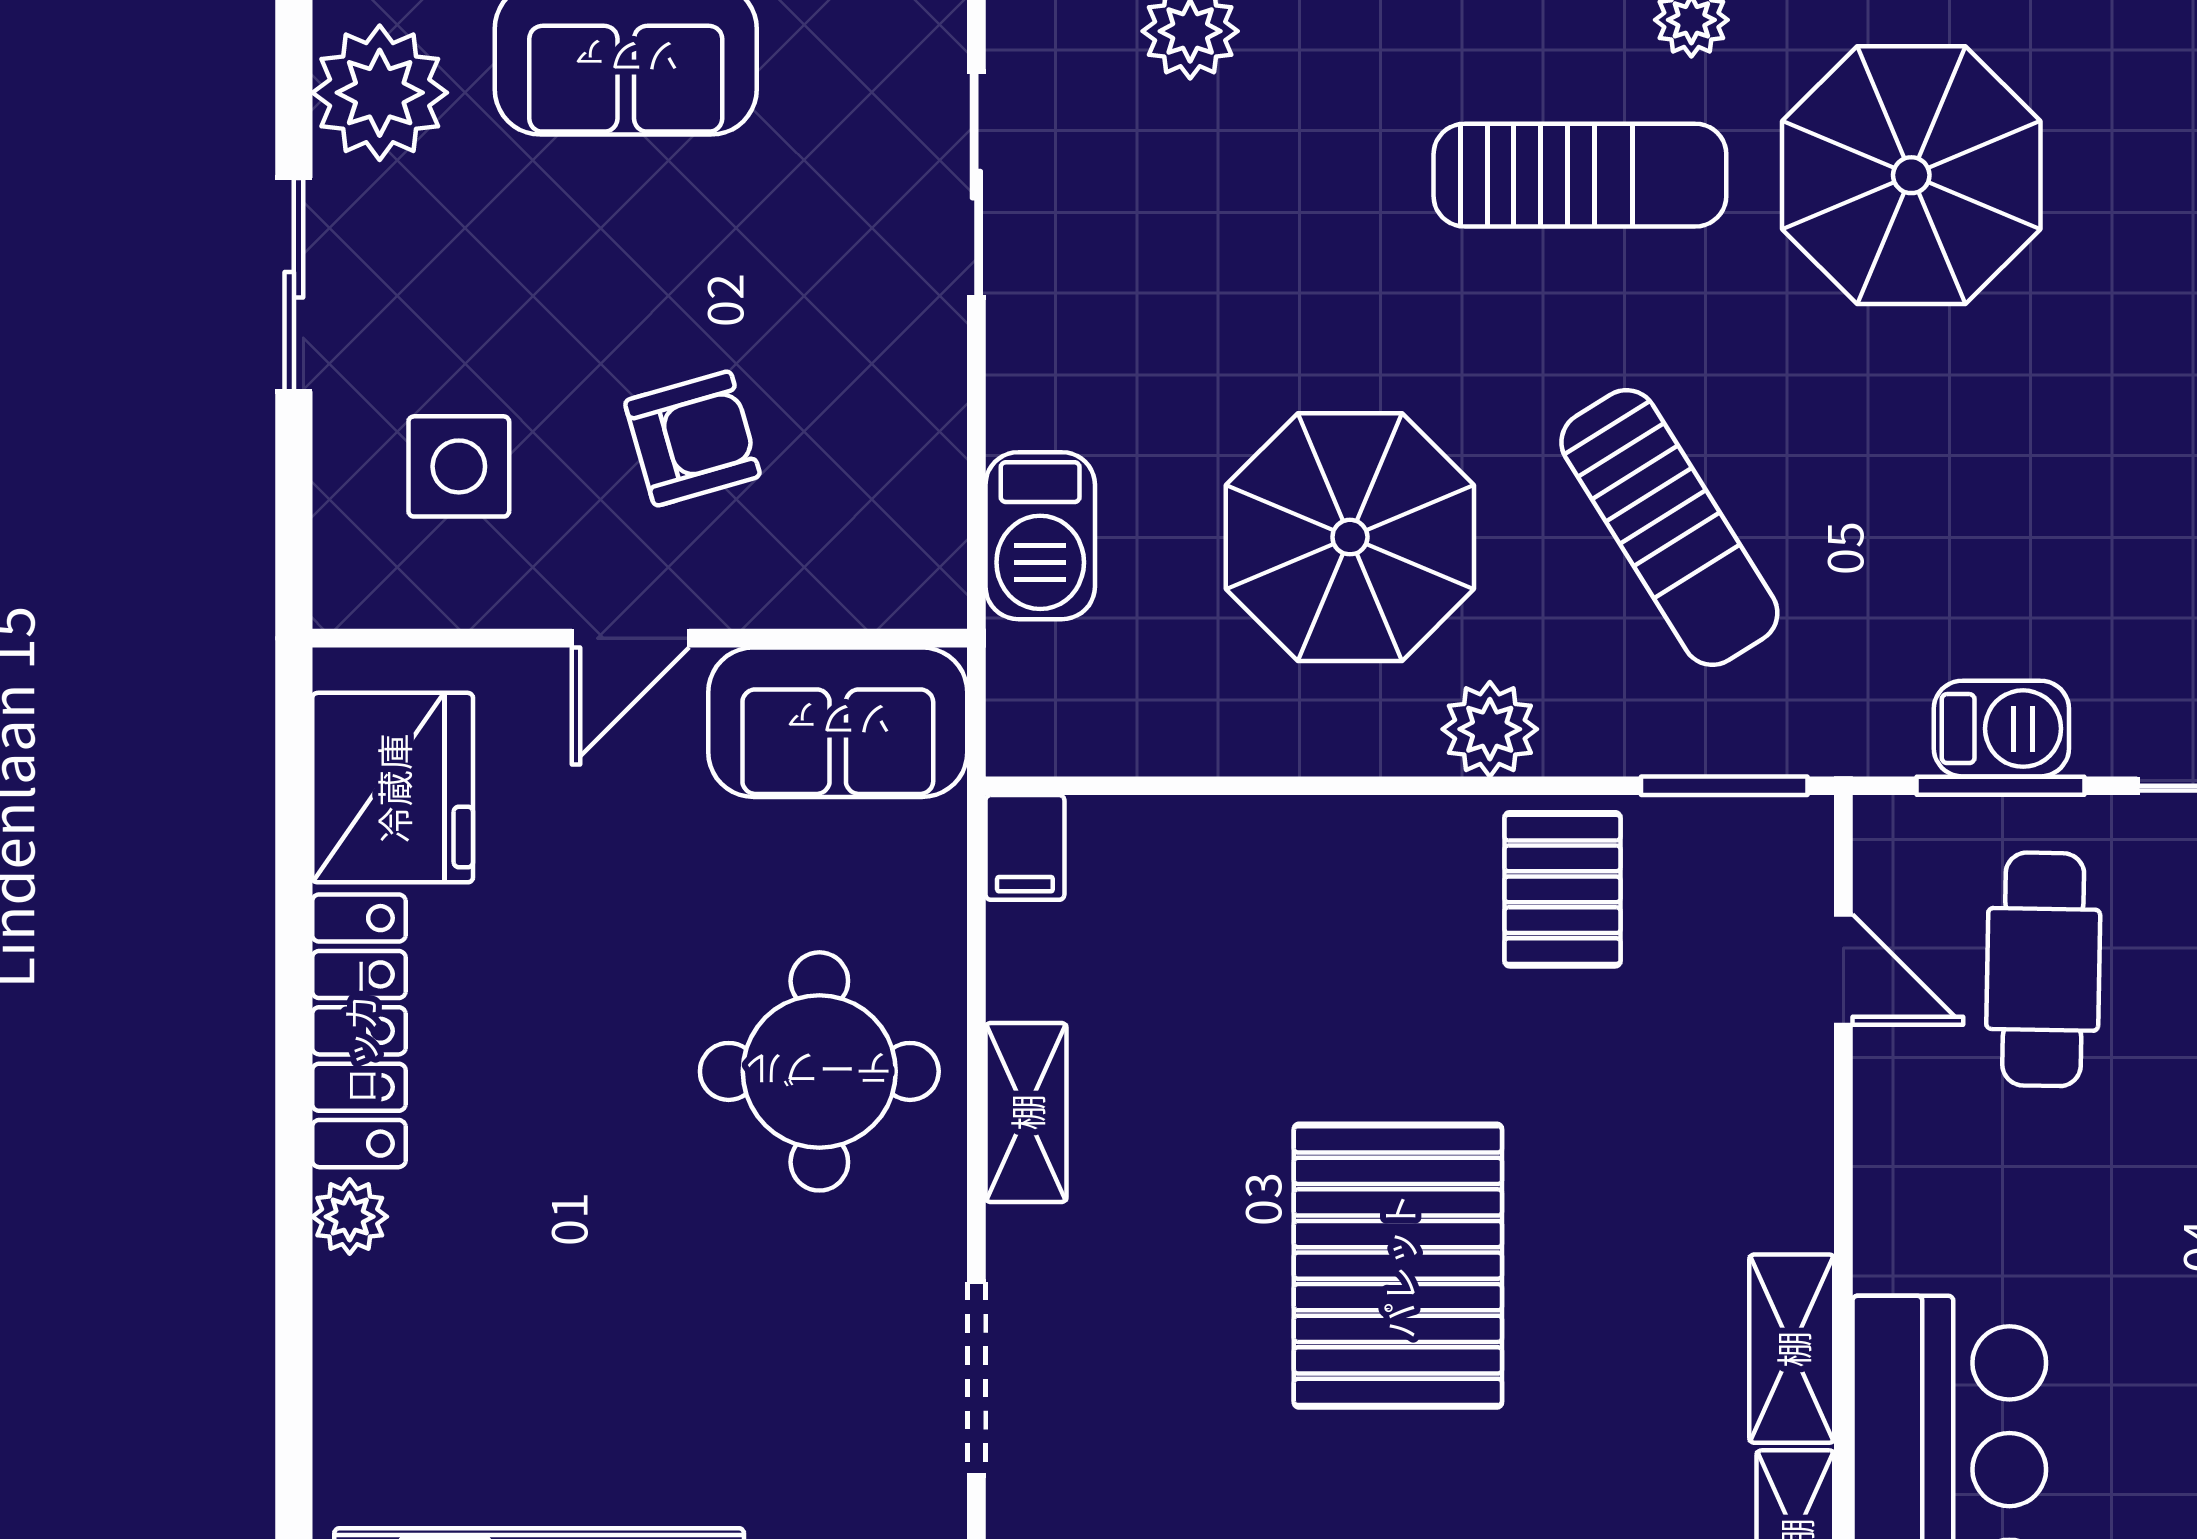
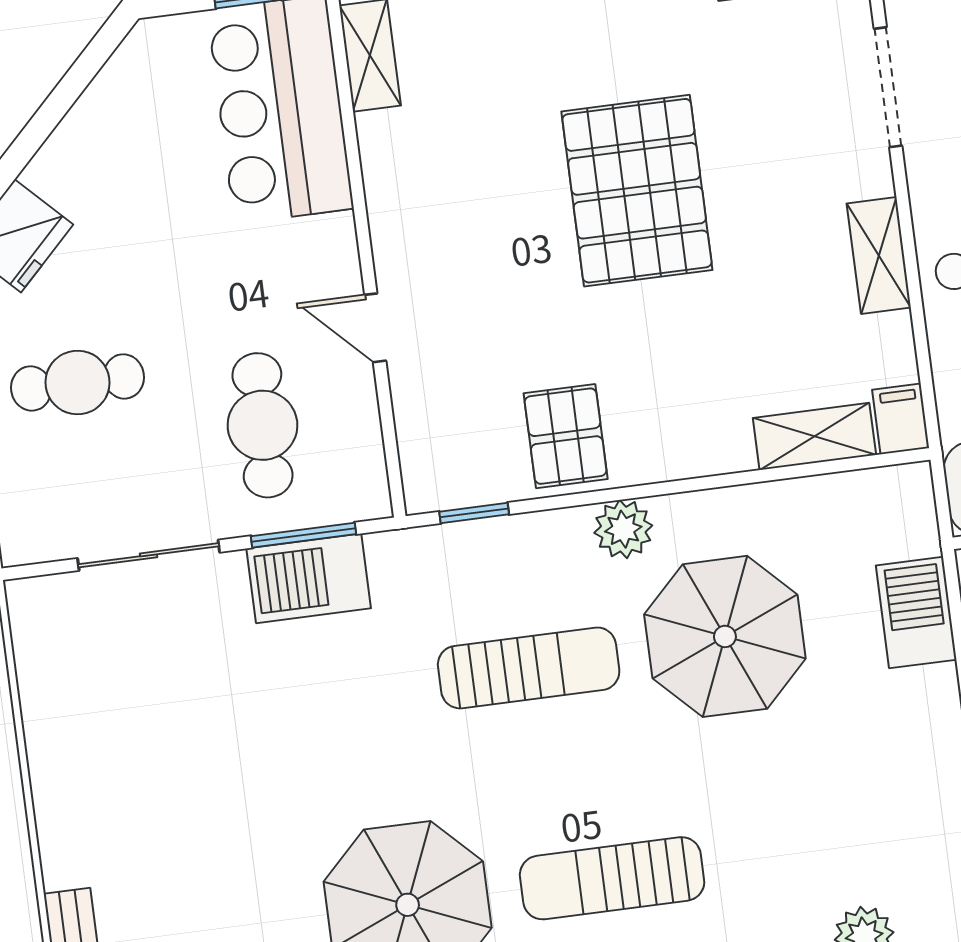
sun lounger: (1669, 527) -> (529, 668), turned 122
barbecue: (2001, 729) -> (309, 578), width x1.38, depth x1.27
window: (1724, 786) -> (474, 513), width x0.67
door: (1843, 970) -> (375, 328), moved
shelving: (1792, 1349) -> (814, 436), moved, turned 90

